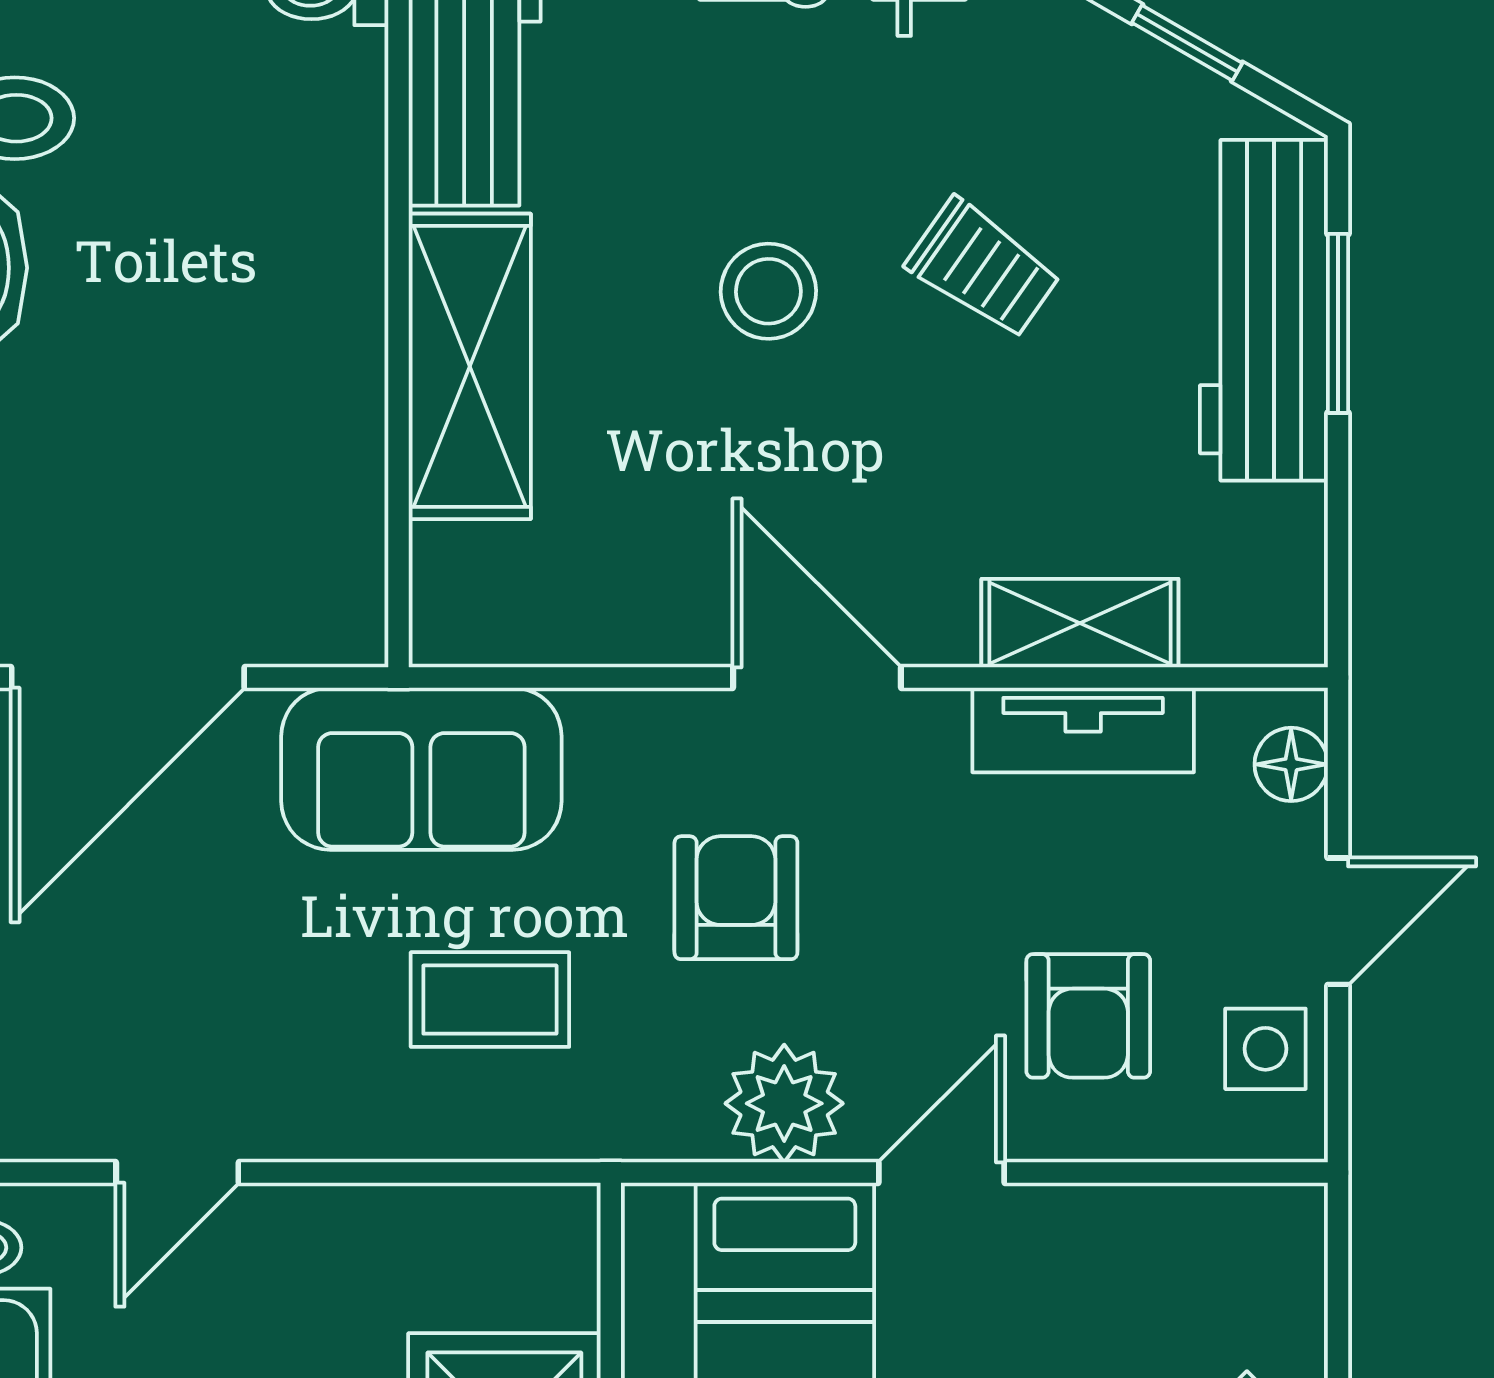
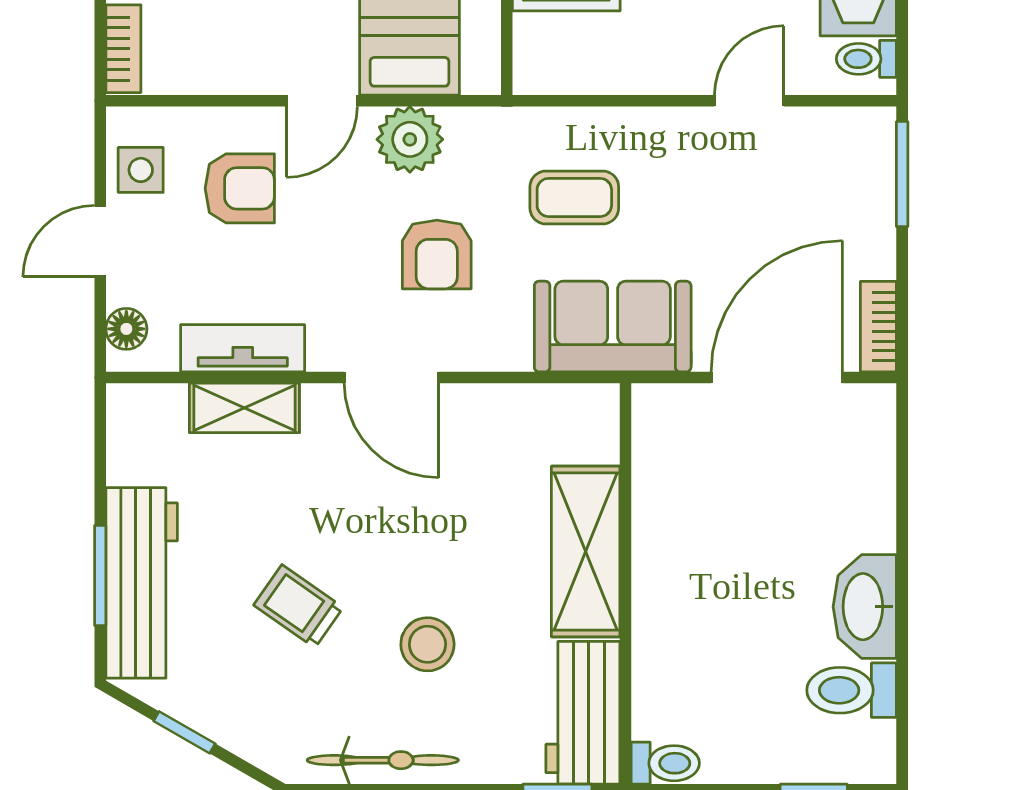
stool: (768, 291) -> (427, 644), moved
armchair: (1088, 1016) -> (240, 188), turned 90
bookcase: (1296, 1266) -> (123, 49), added

